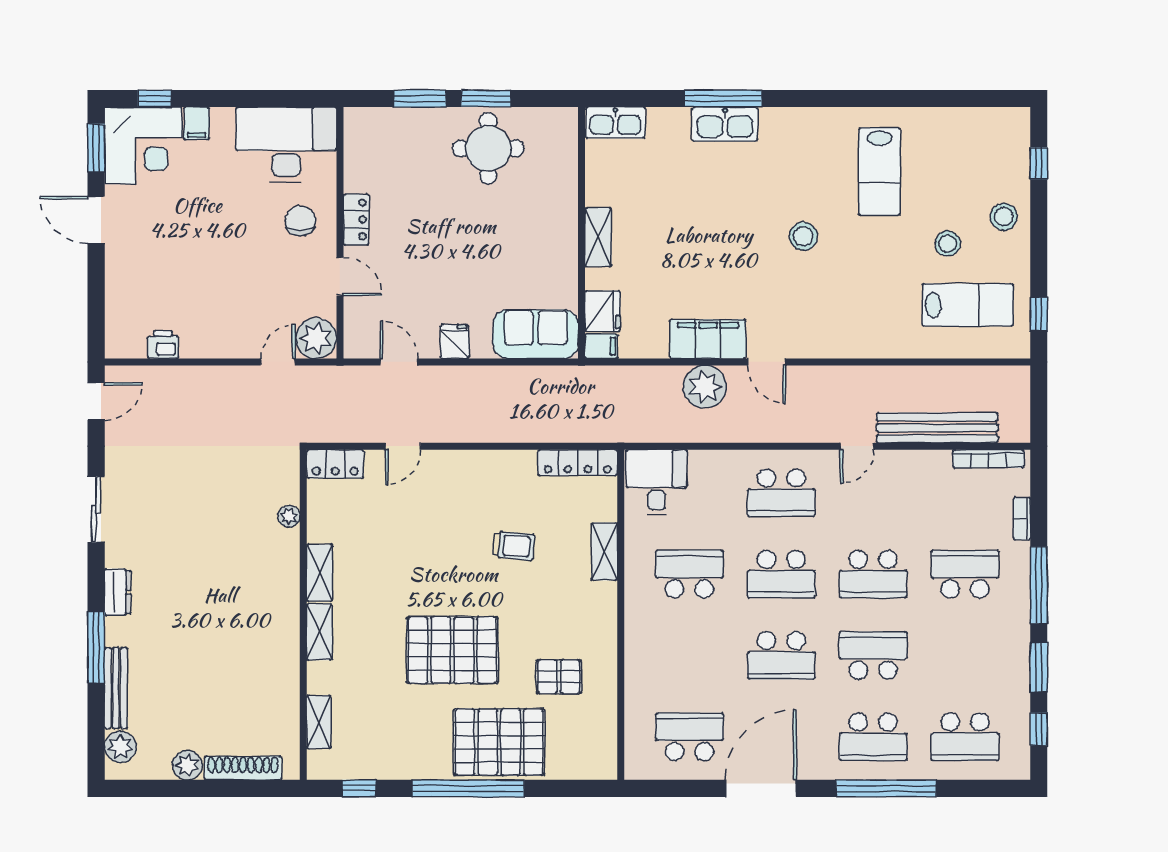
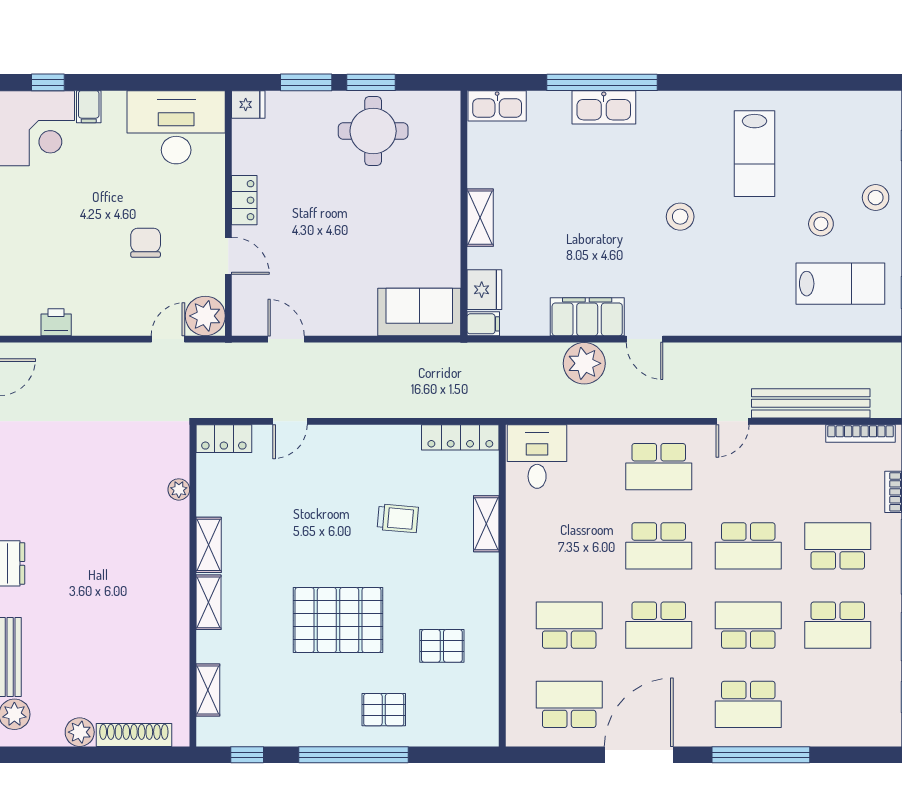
window: (723, 99) -> (602, 82), width x1.46
chair: (300, 221) -> (146, 243), moved
fridge: (455, 342) -> (248, 104), moved, turned 90
school desk: (689, 574) -> (569, 625), moved
school desk: (965, 737) -> (838, 625), moved
pallet: (499, 742) -> (384, 710), width x0.49, depth x0.50

